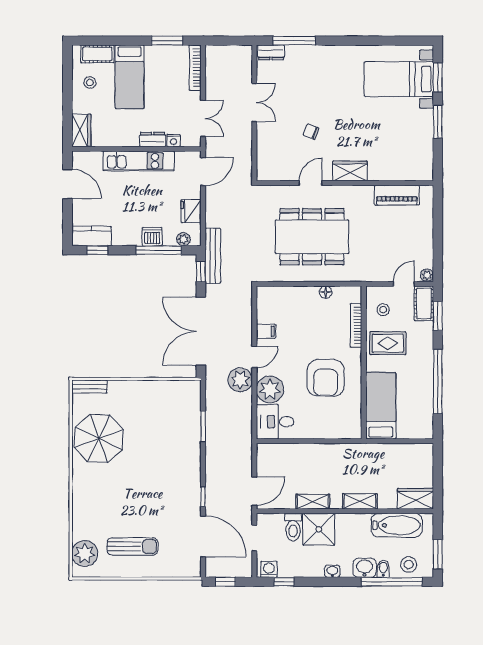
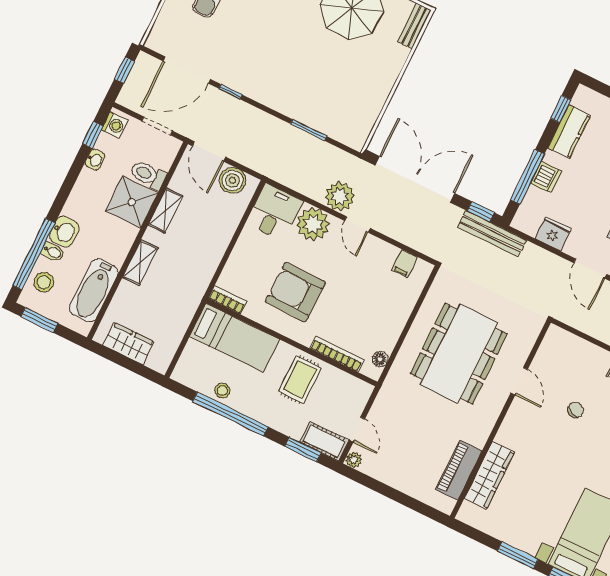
wardrobe: (350, 171) -> (489, 475), moved, width x1.50
kitchen counter: (91, 236) -> (569, 132), moved
plant: (183, 239) -> (526, 210), removed
floor lamp: (326, 292) -> (380, 359), moved
stool: (383, 310) -> (222, 391), moved
filing cabinet: (266, 331) -> (405, 264), moved
bookcase: (356, 424) -> (227, 300), added
boiler: (267, 464) -> (233, 180), added
wardrobe: (415, 499) -> (129, 344), moved, turned -90
washbasin: (332, 571) -> (95, 160), moved

